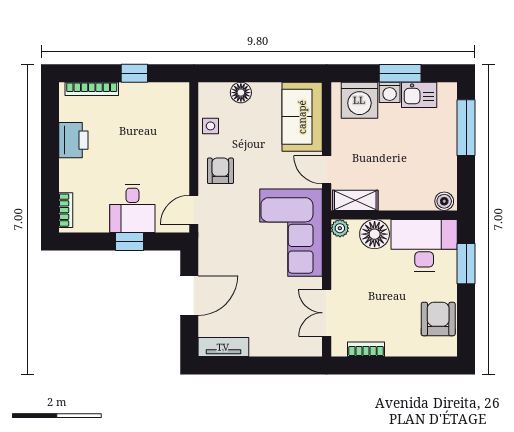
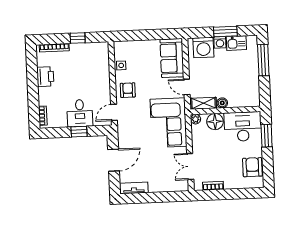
floor lamp: (241, 93) -> (137, 46), removed
boiler: (444, 201) -> (222, 103), moved

